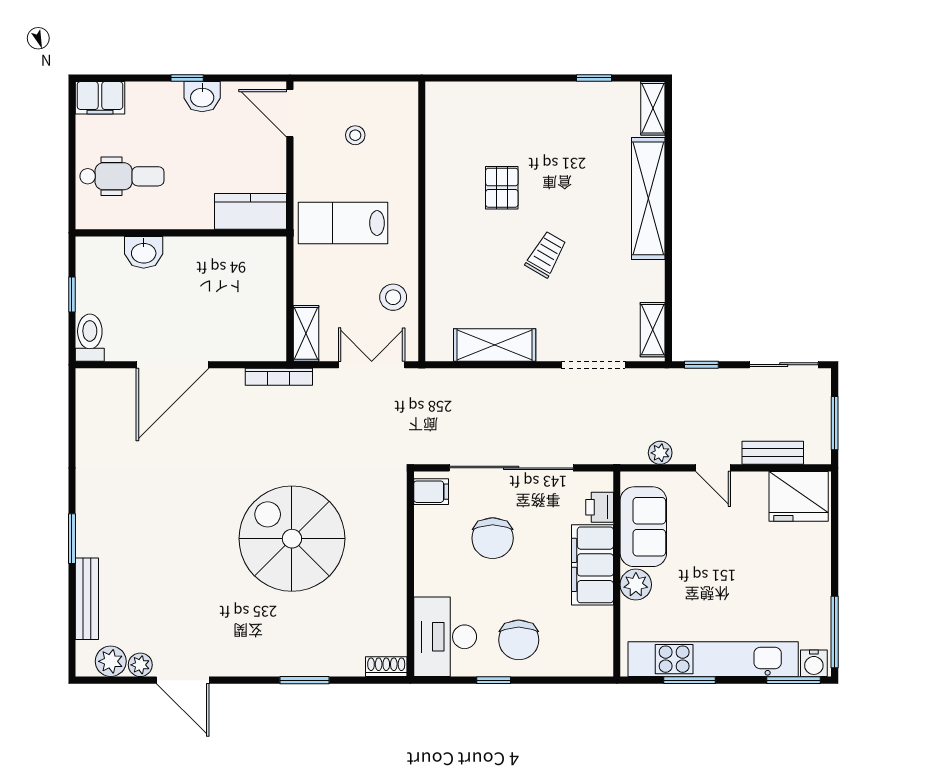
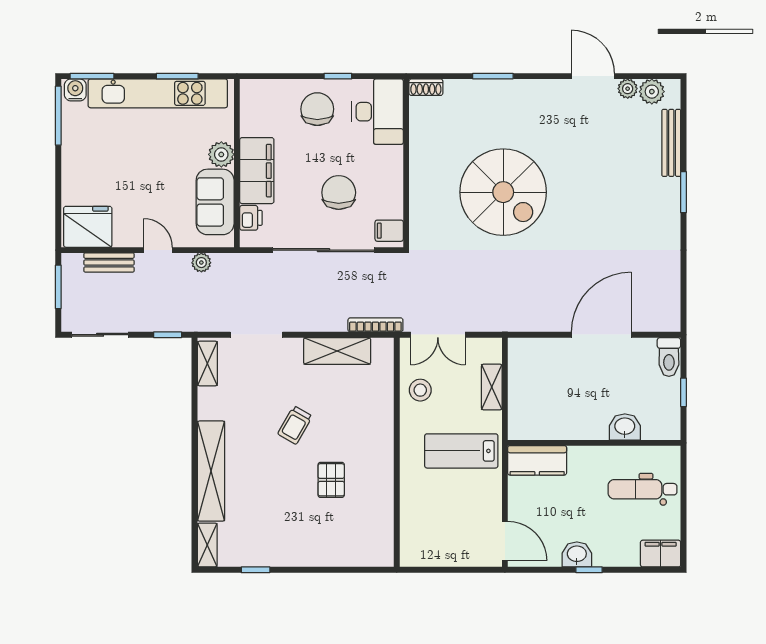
stool: (355, 135) -> (451, 523), removed
lab bench: (343, 223) -> (461, 451), turned 180
shelving: (306, 333) -> (492, 387), moved
bookcase: (279, 377) -> (375, 325), moved

